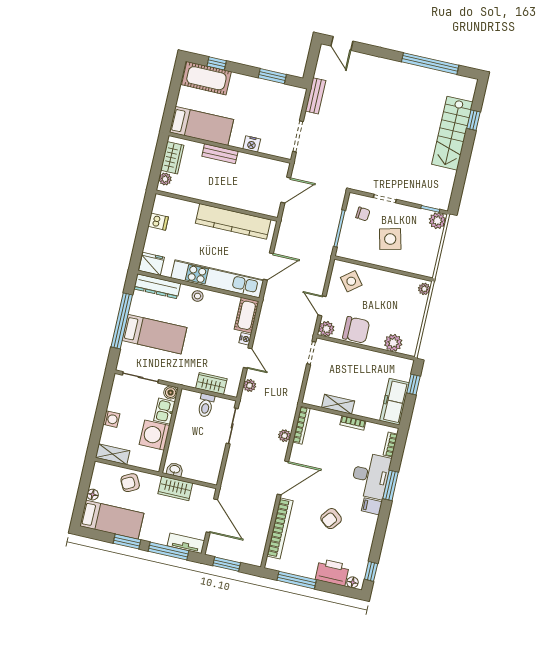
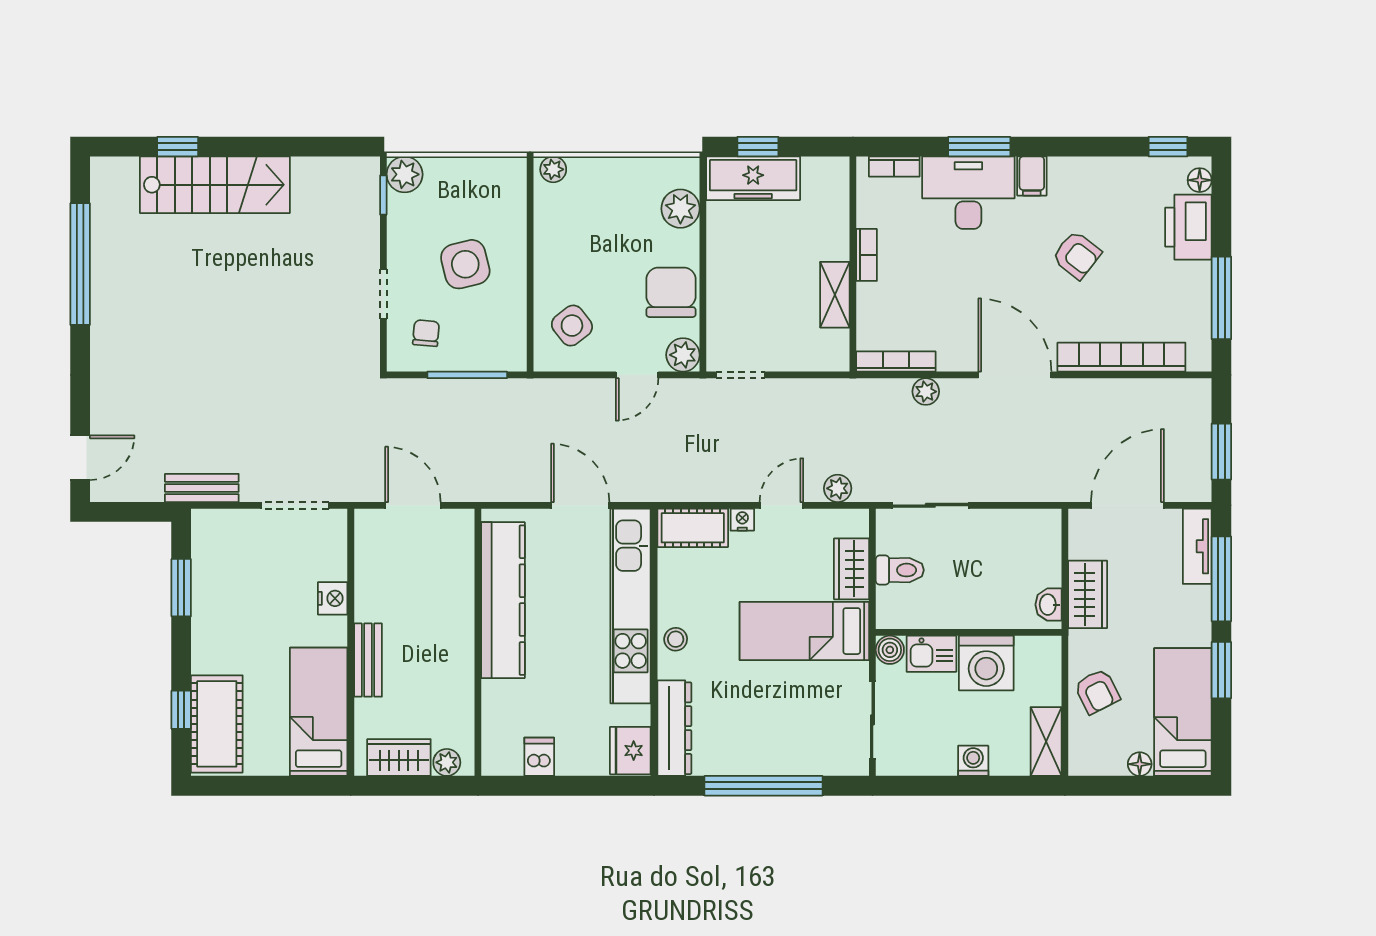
bed: (154, 334) -> (804, 631), moved, turned -90
freezer: (394, 402) -> (753, 178), moved

